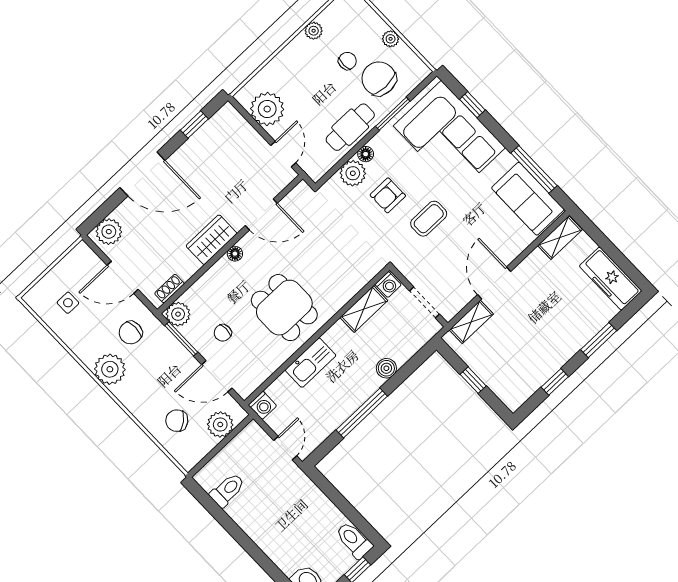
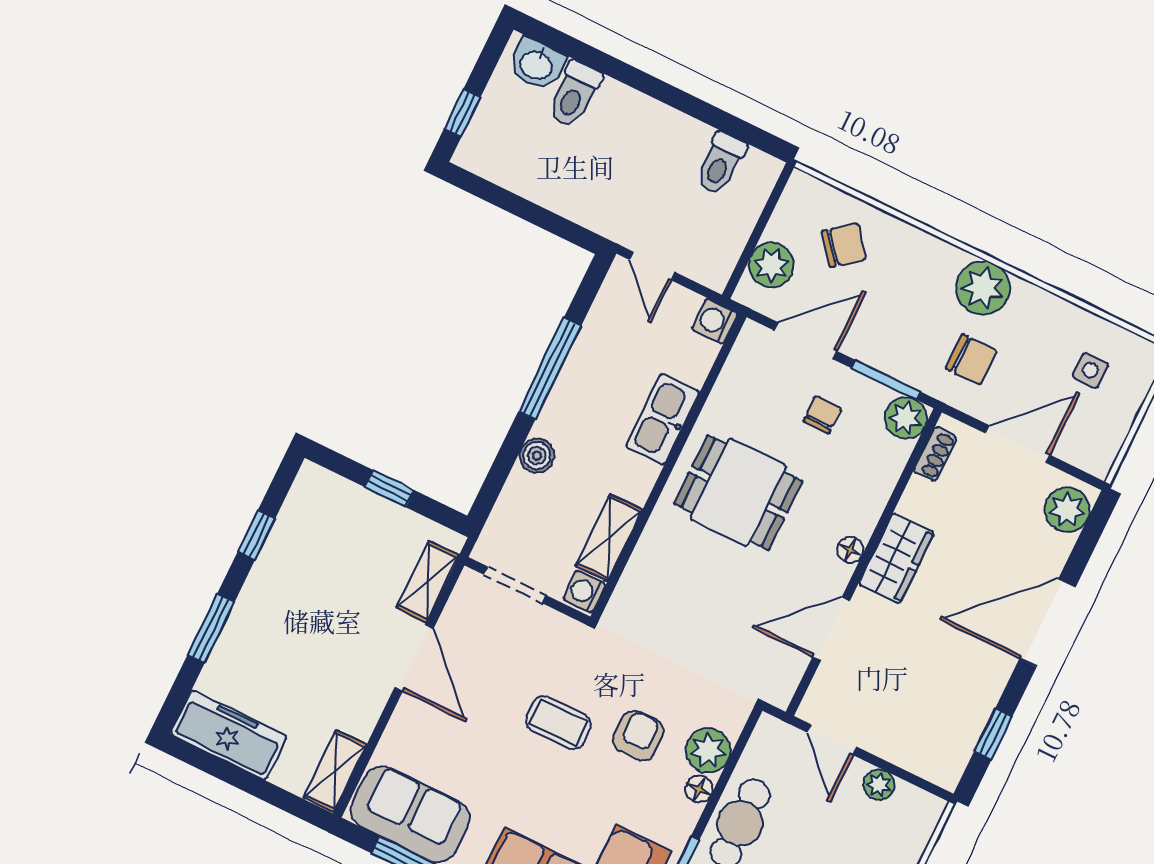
plant: (267, 109) -> (879, 785), width x0.53, depth x0.53
coffee table: (429, 219) -> (558, 723), turned 90
chair: (131, 333) -> (971, 360), turned 90
toilet: (354, 540) -> (574, 94), moved, turned 90

